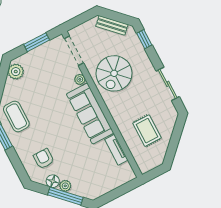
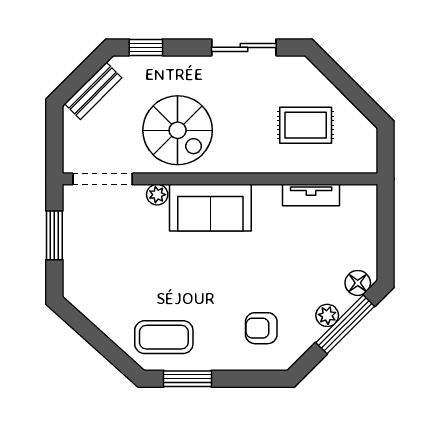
plant: (16, 72) -> (86, 298), removed
sofa: (90, 114) -> (210, 208), width x0.73
floor lamp: (53, 181) -> (358, 283), moved

